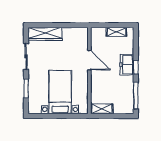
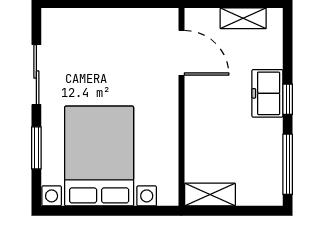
wardrobe: (45, 34) -> (80, 23), removed
door: (89, 60) -> (181, 53), moved
bed with nightstands: (60, 92) -> (99, 156), width x1.36

